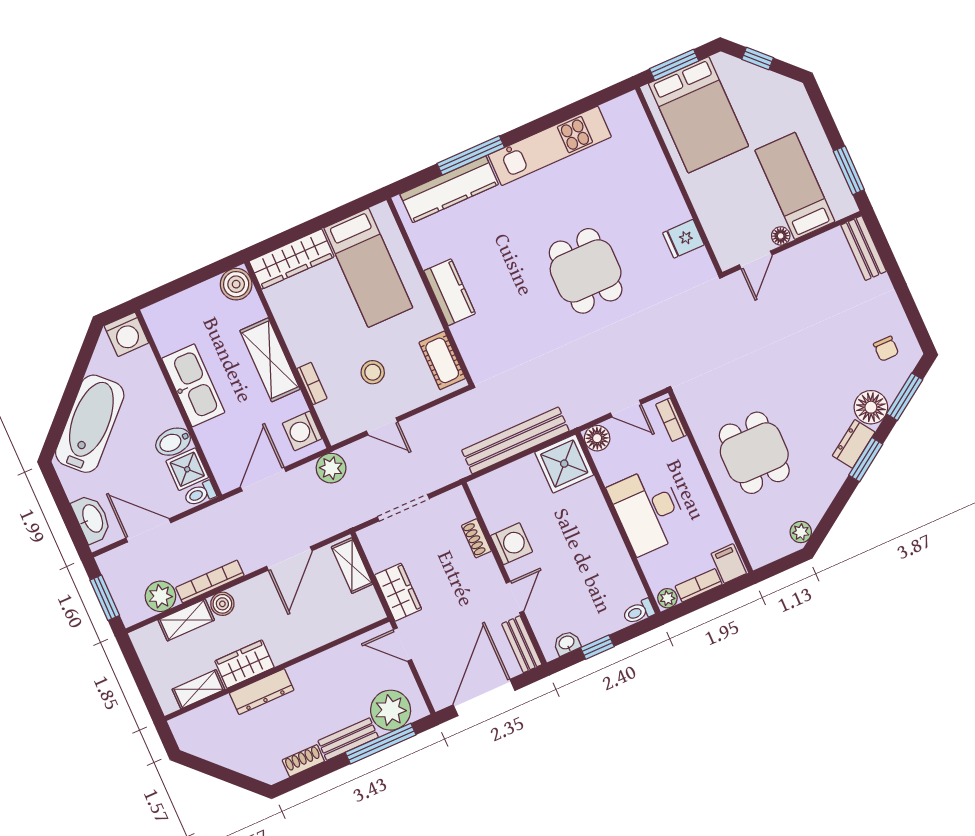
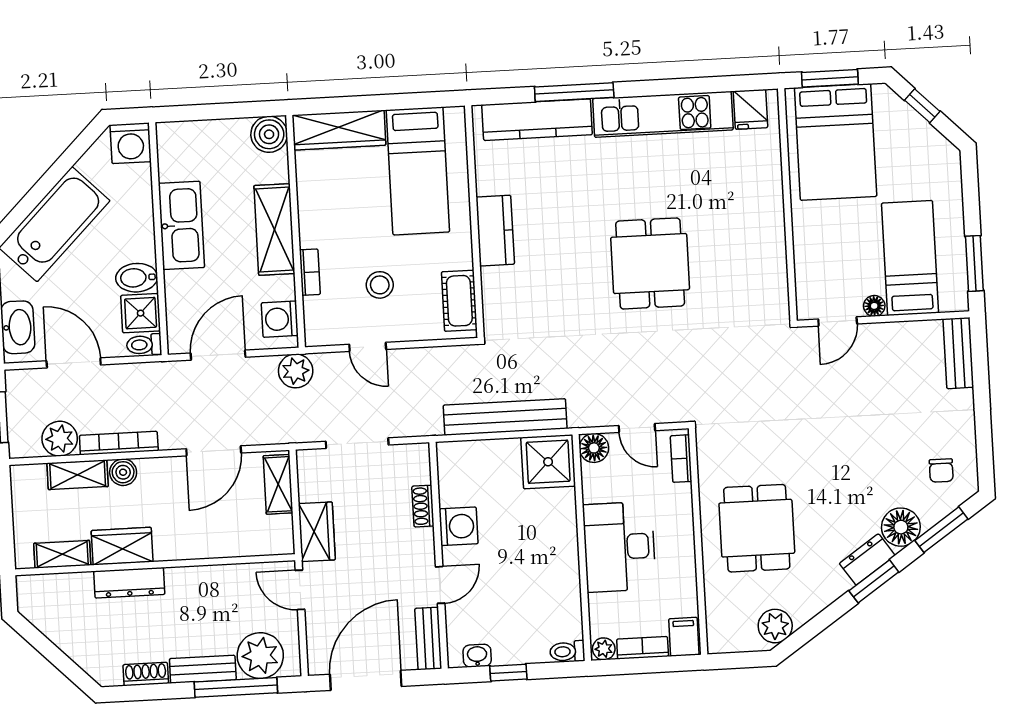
fridge: (683, 239) -> (751, 109), moved, turned -90
plant: (801, 532) -> (775, 626), width x1.38, depth x1.38

